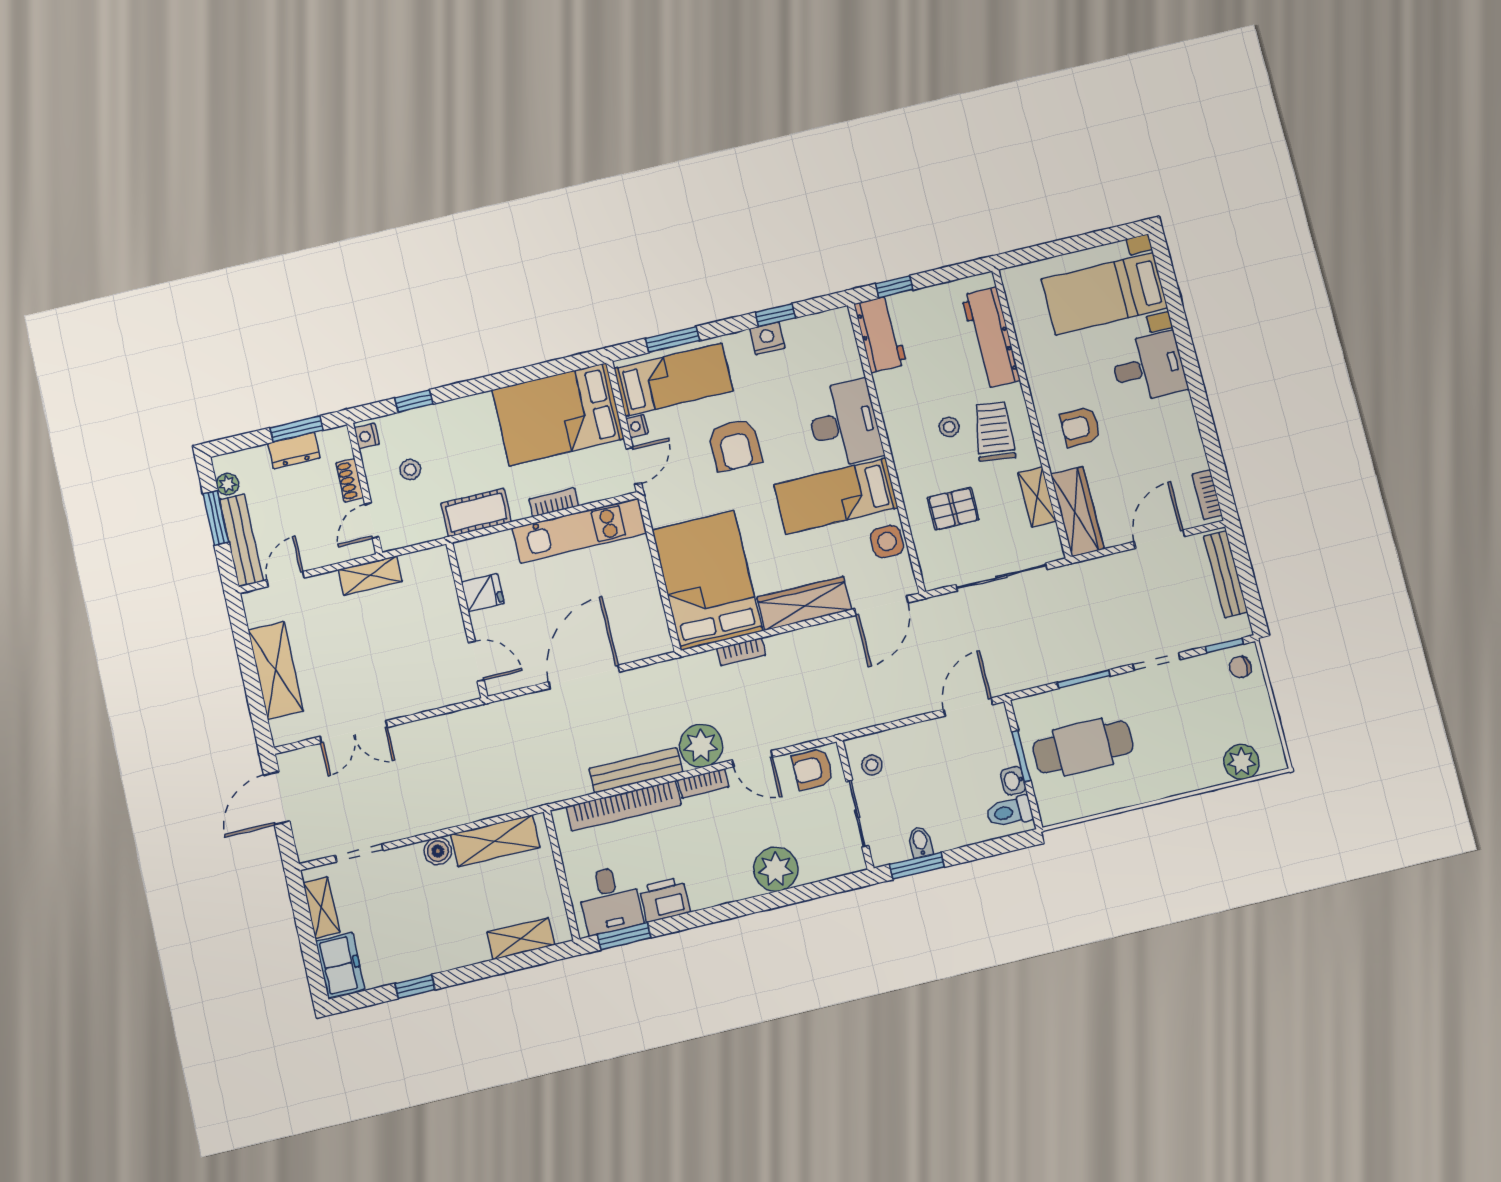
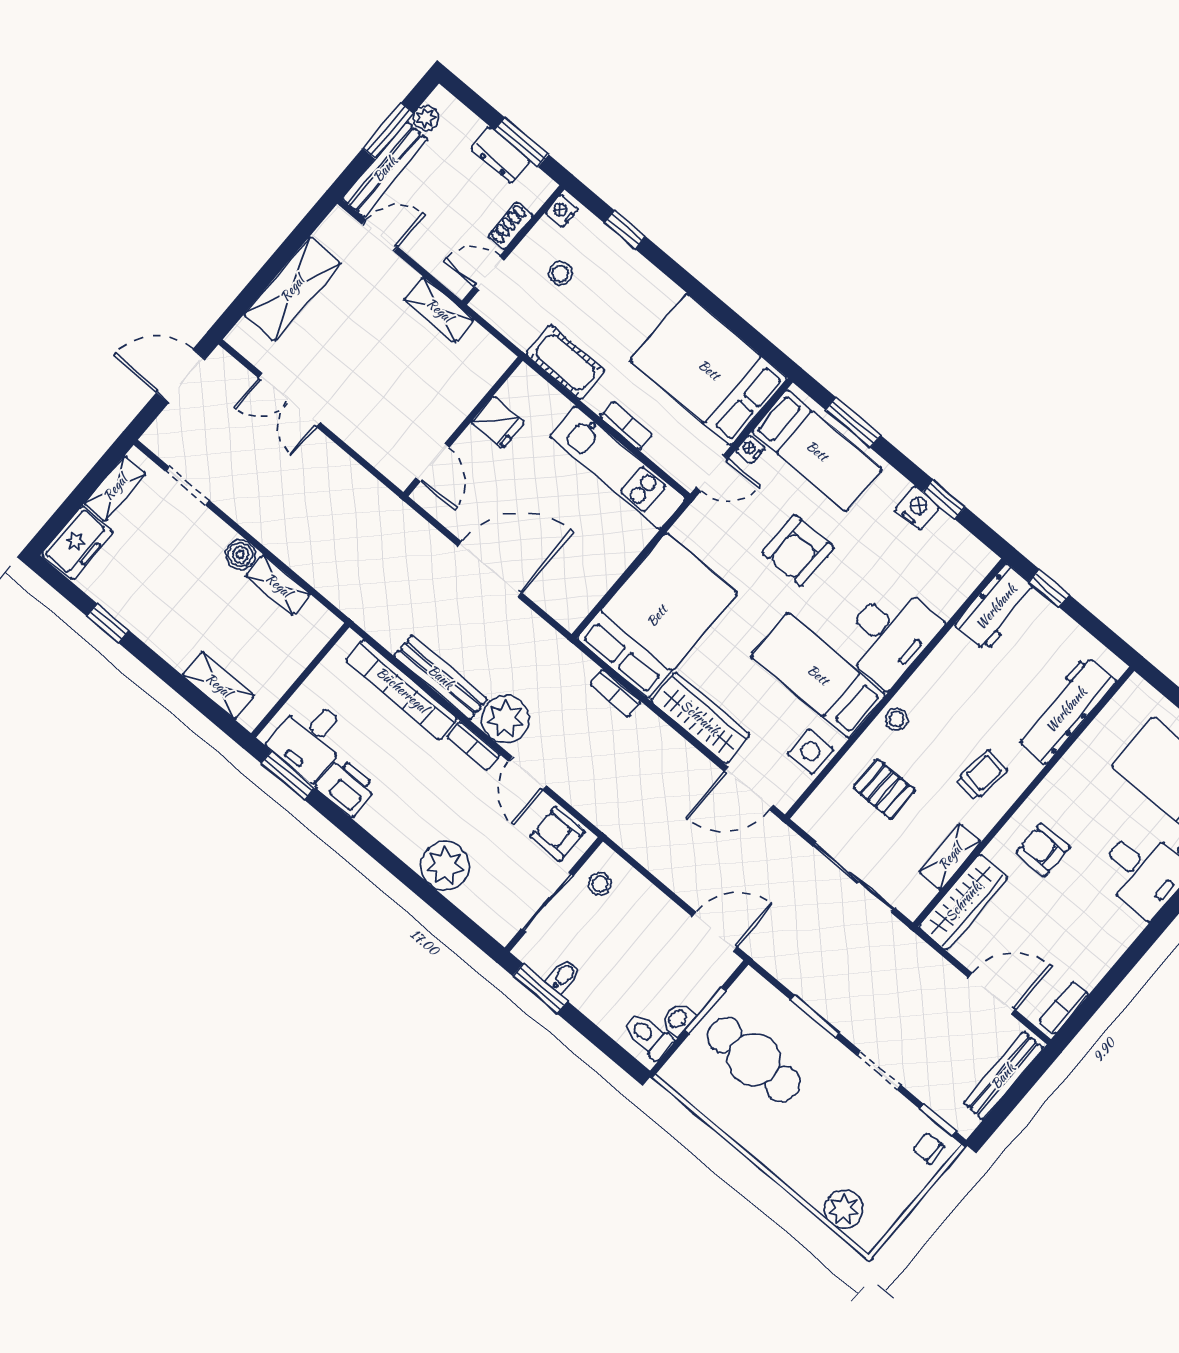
stool: (949, 427) -> (897, 719), moved
trolley: (994, 432) -> (982, 775), width x0.73, depth x0.72
shelving: (495, 841) -> (278, 585), width x0.67, depth x0.75

